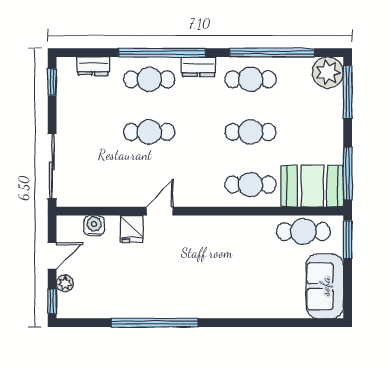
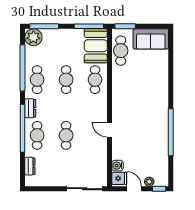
window: (52, 82) -> (39, 189), removed
fridge: (132, 229) -> (119, 178), moved

